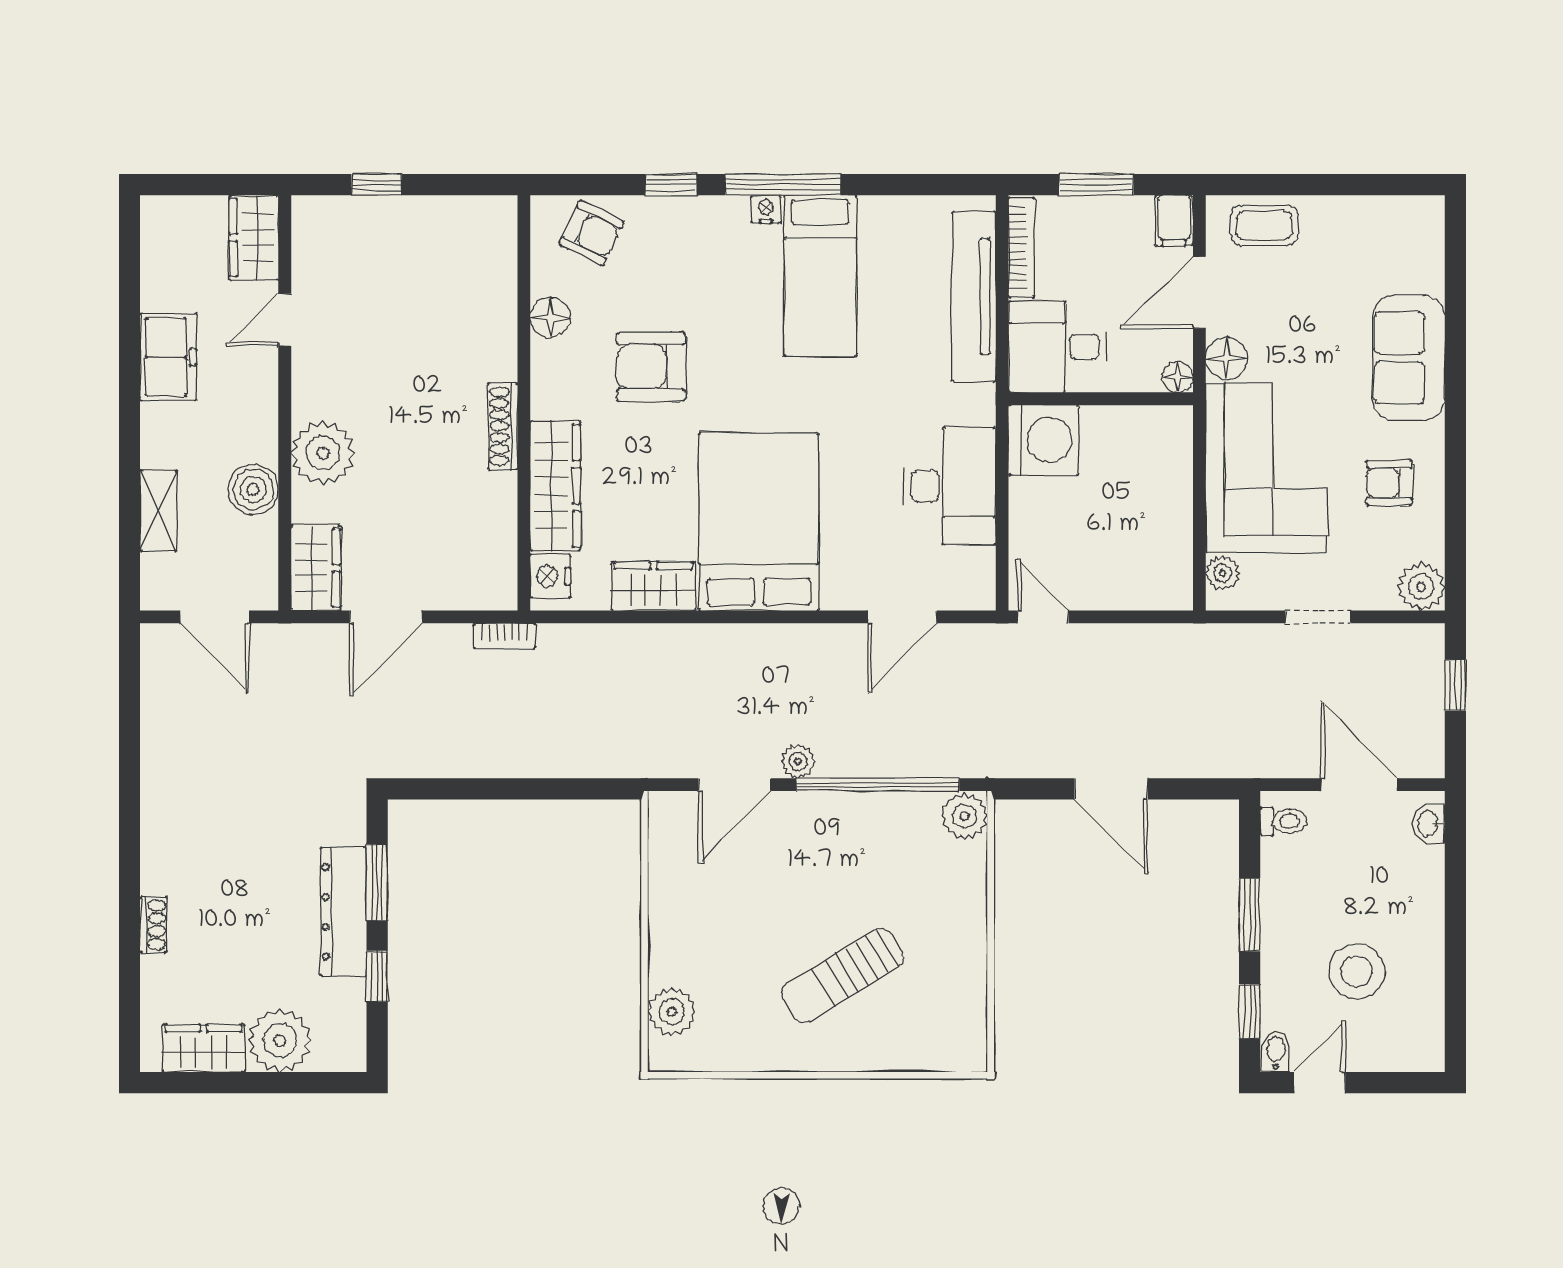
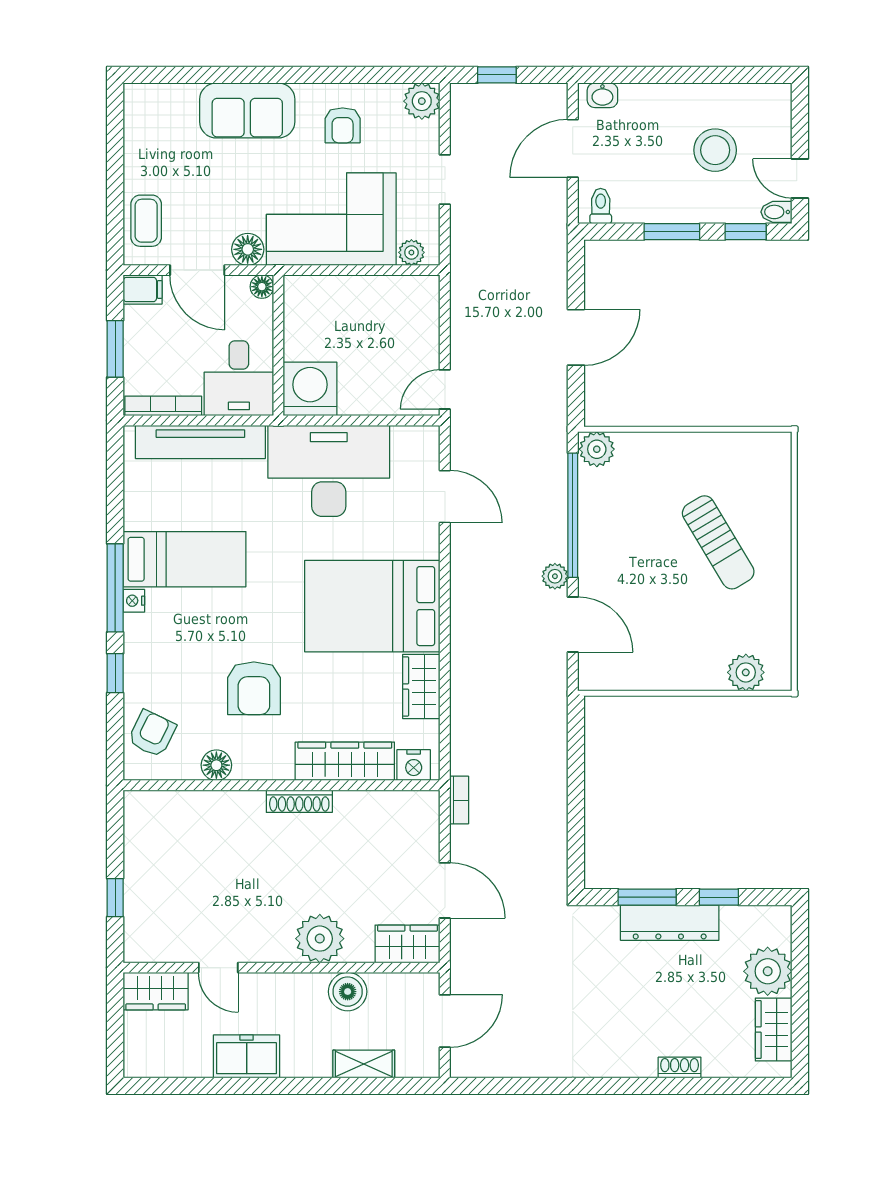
desk: (950, 486) -> (329, 471), width x1.36, depth x1.30

